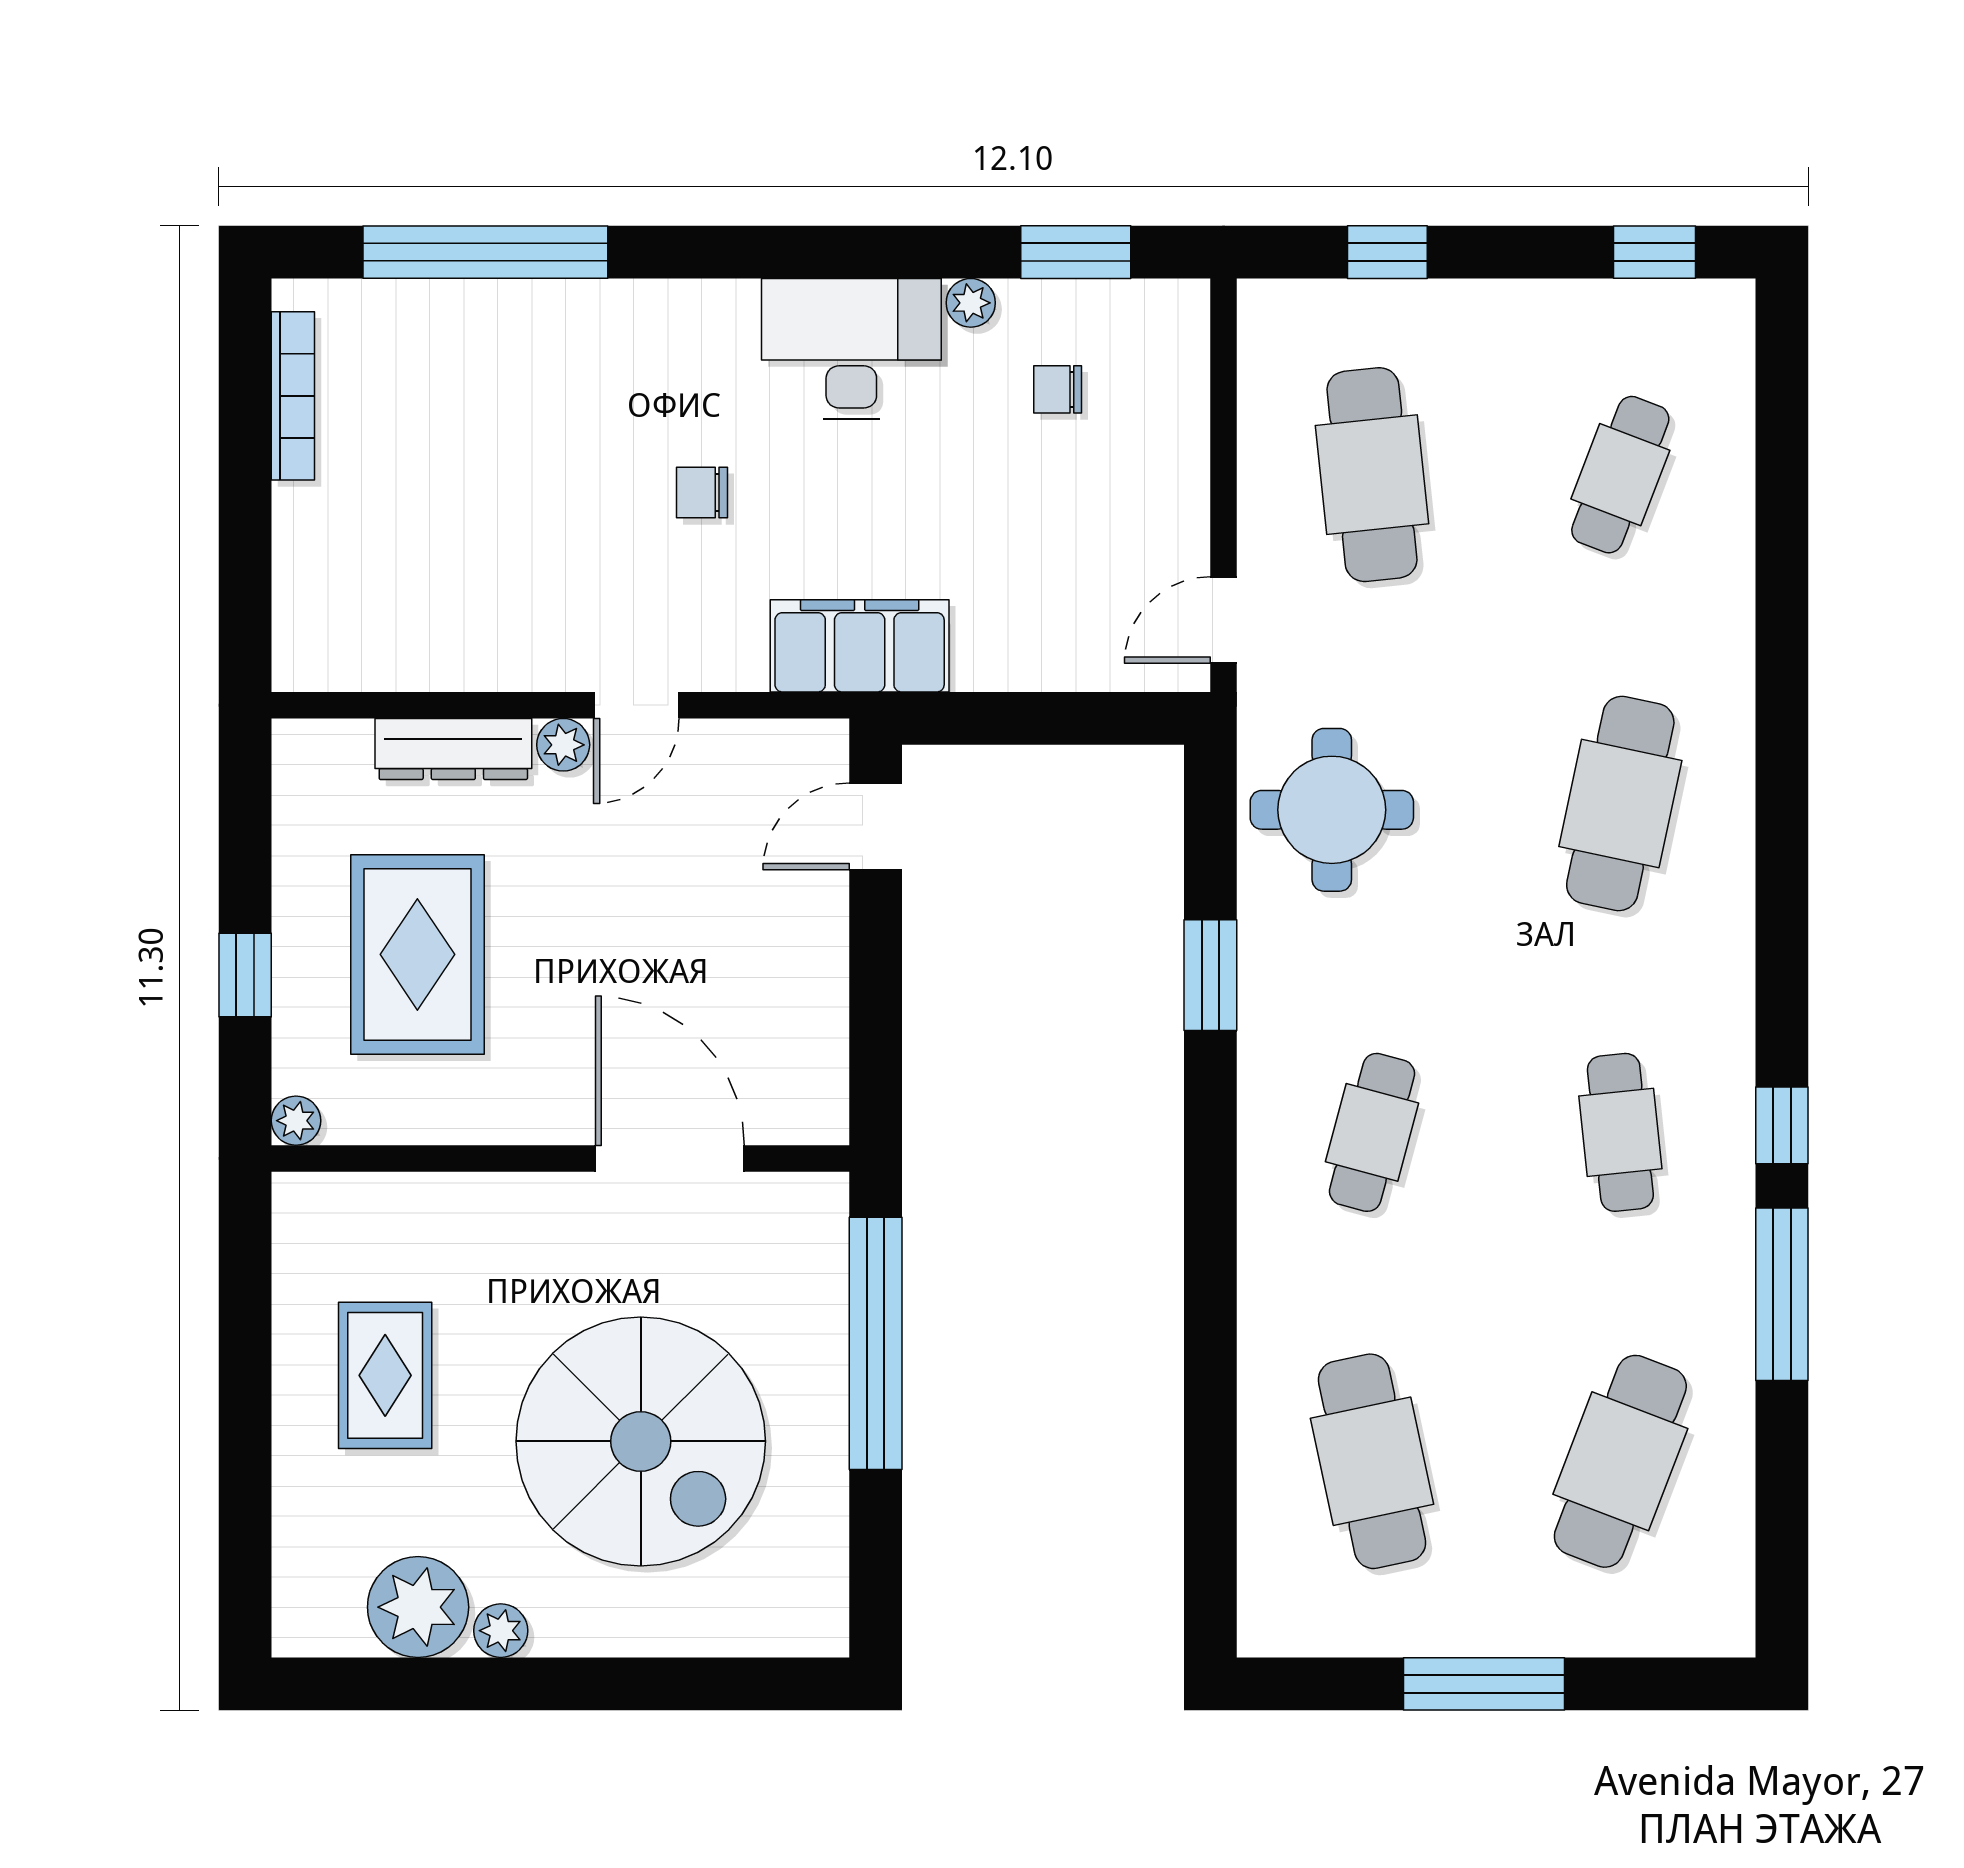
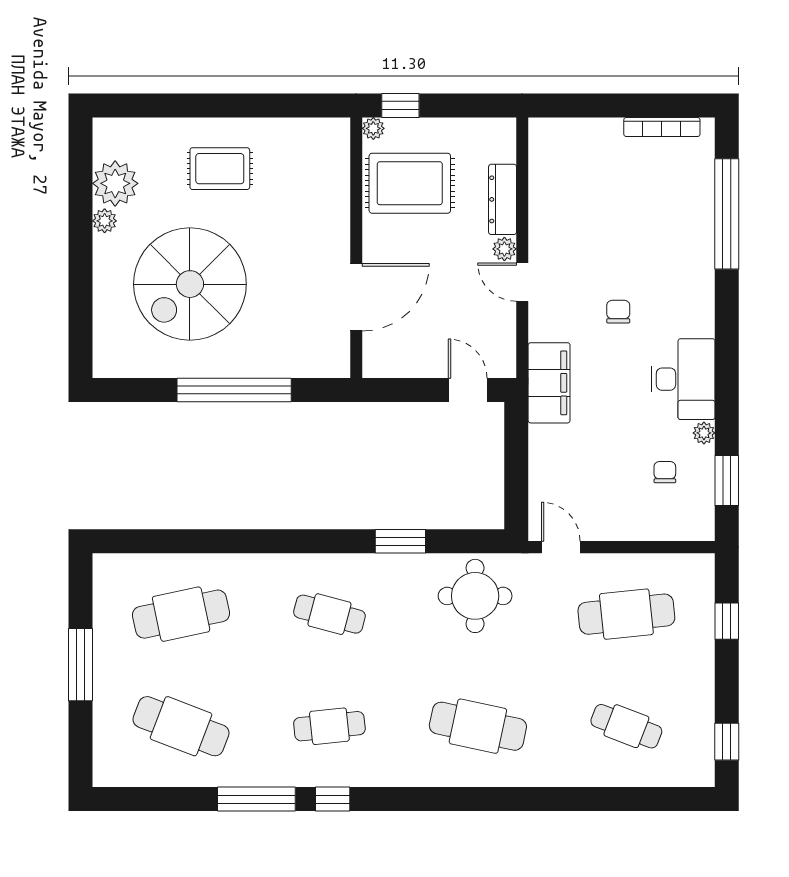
plant: (296, 1121) -> (373, 128), moved
wall: (560, 1158) -> (356, 248), moved
door: (670, 1158) -> (356, 297), moved

